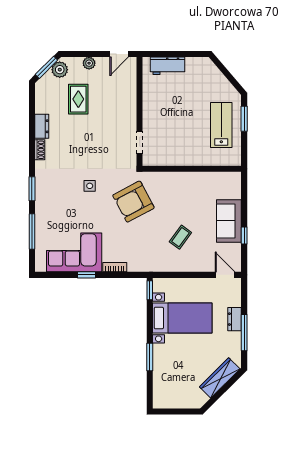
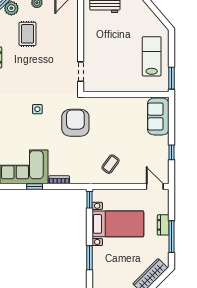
window: (244, 119) -> (172, 78), moved
armchair: (133, 202) -> (75, 123), turned 118
sofa: (229, 221) -> (158, 116), moved
coffee table: (180, 237) -> (111, 164), moved

